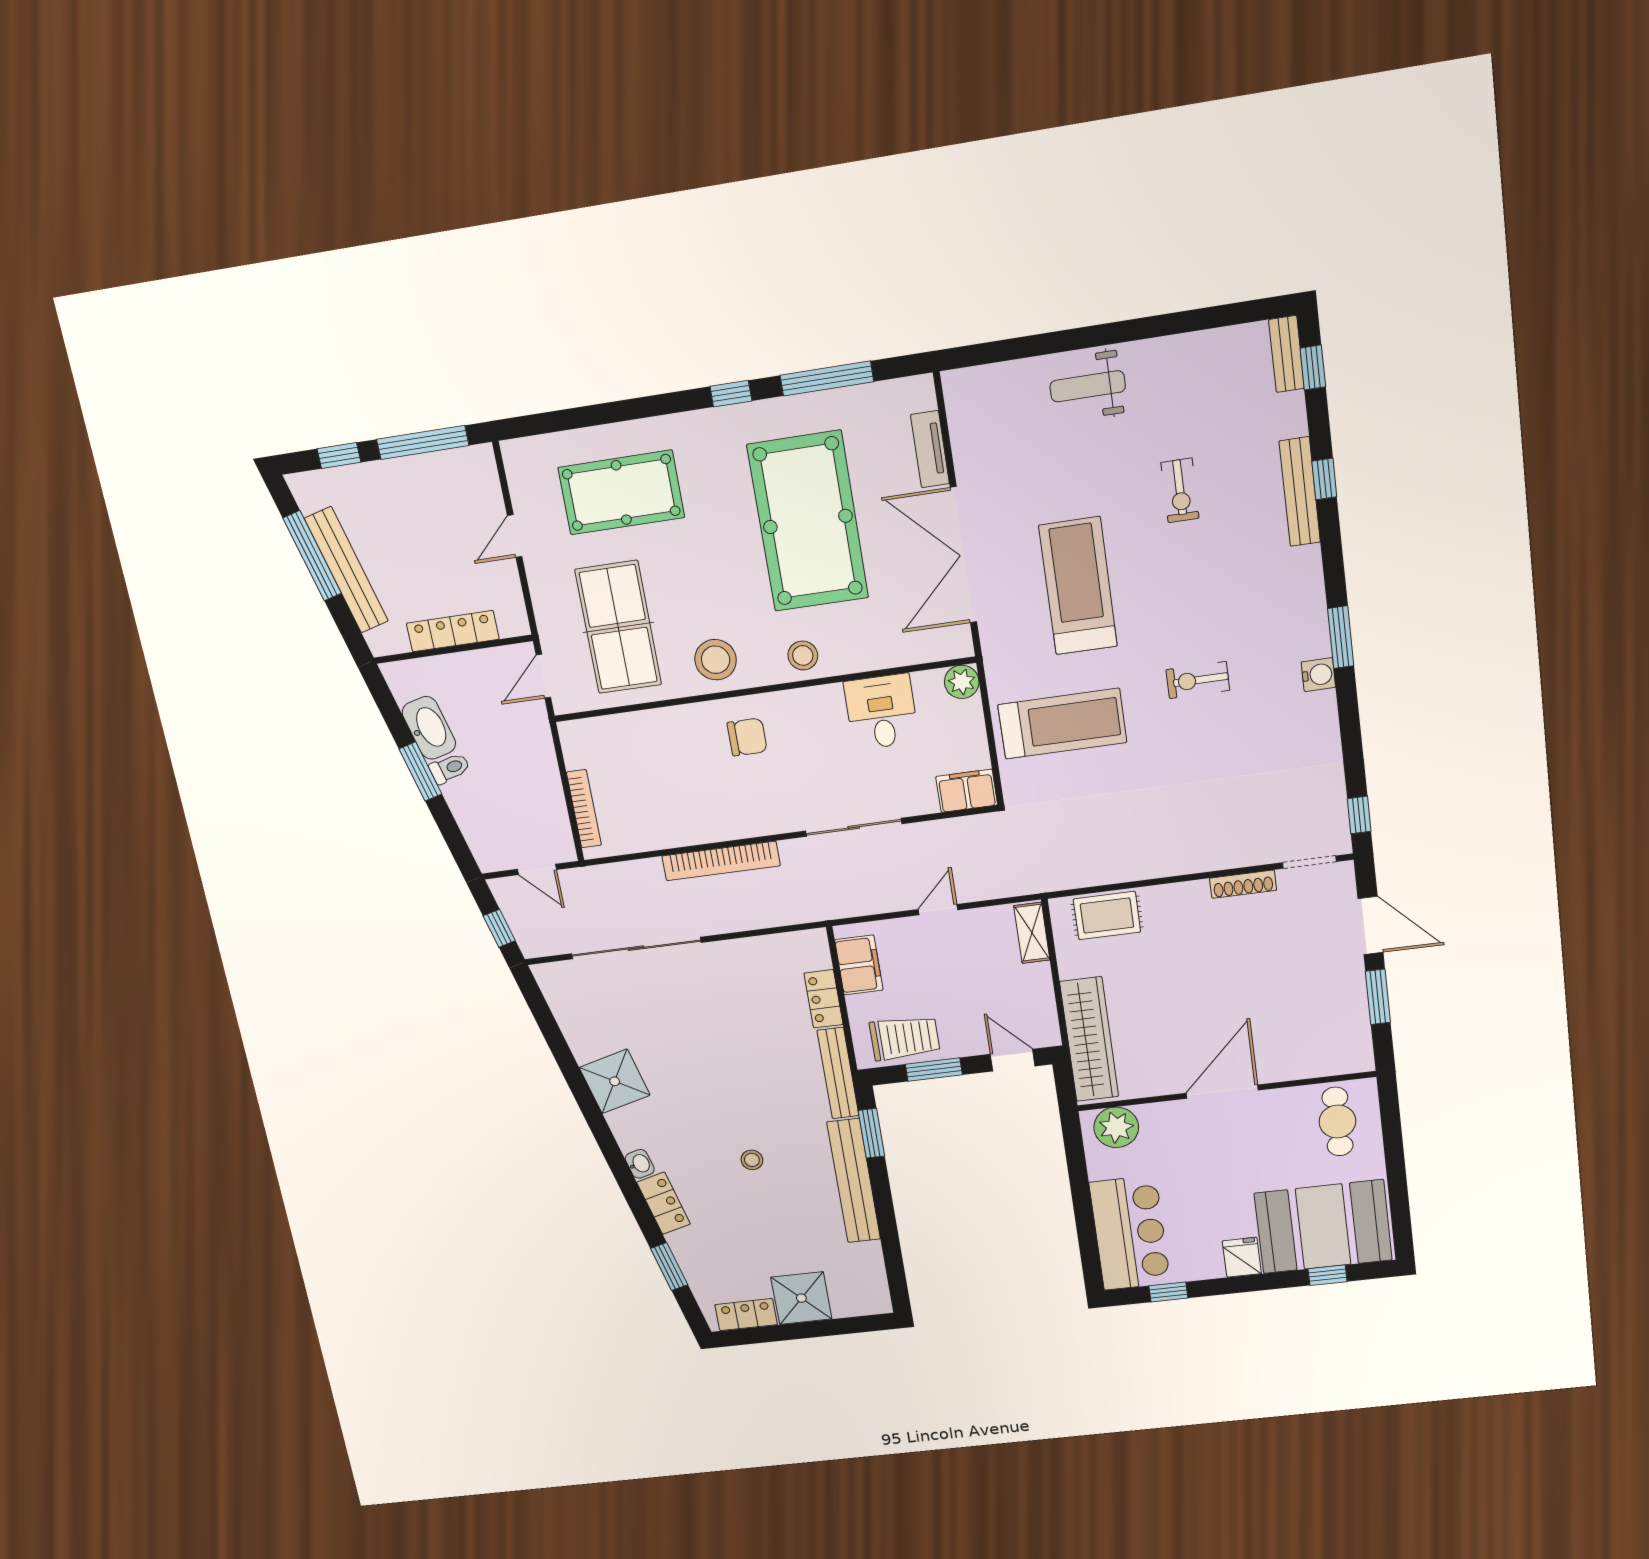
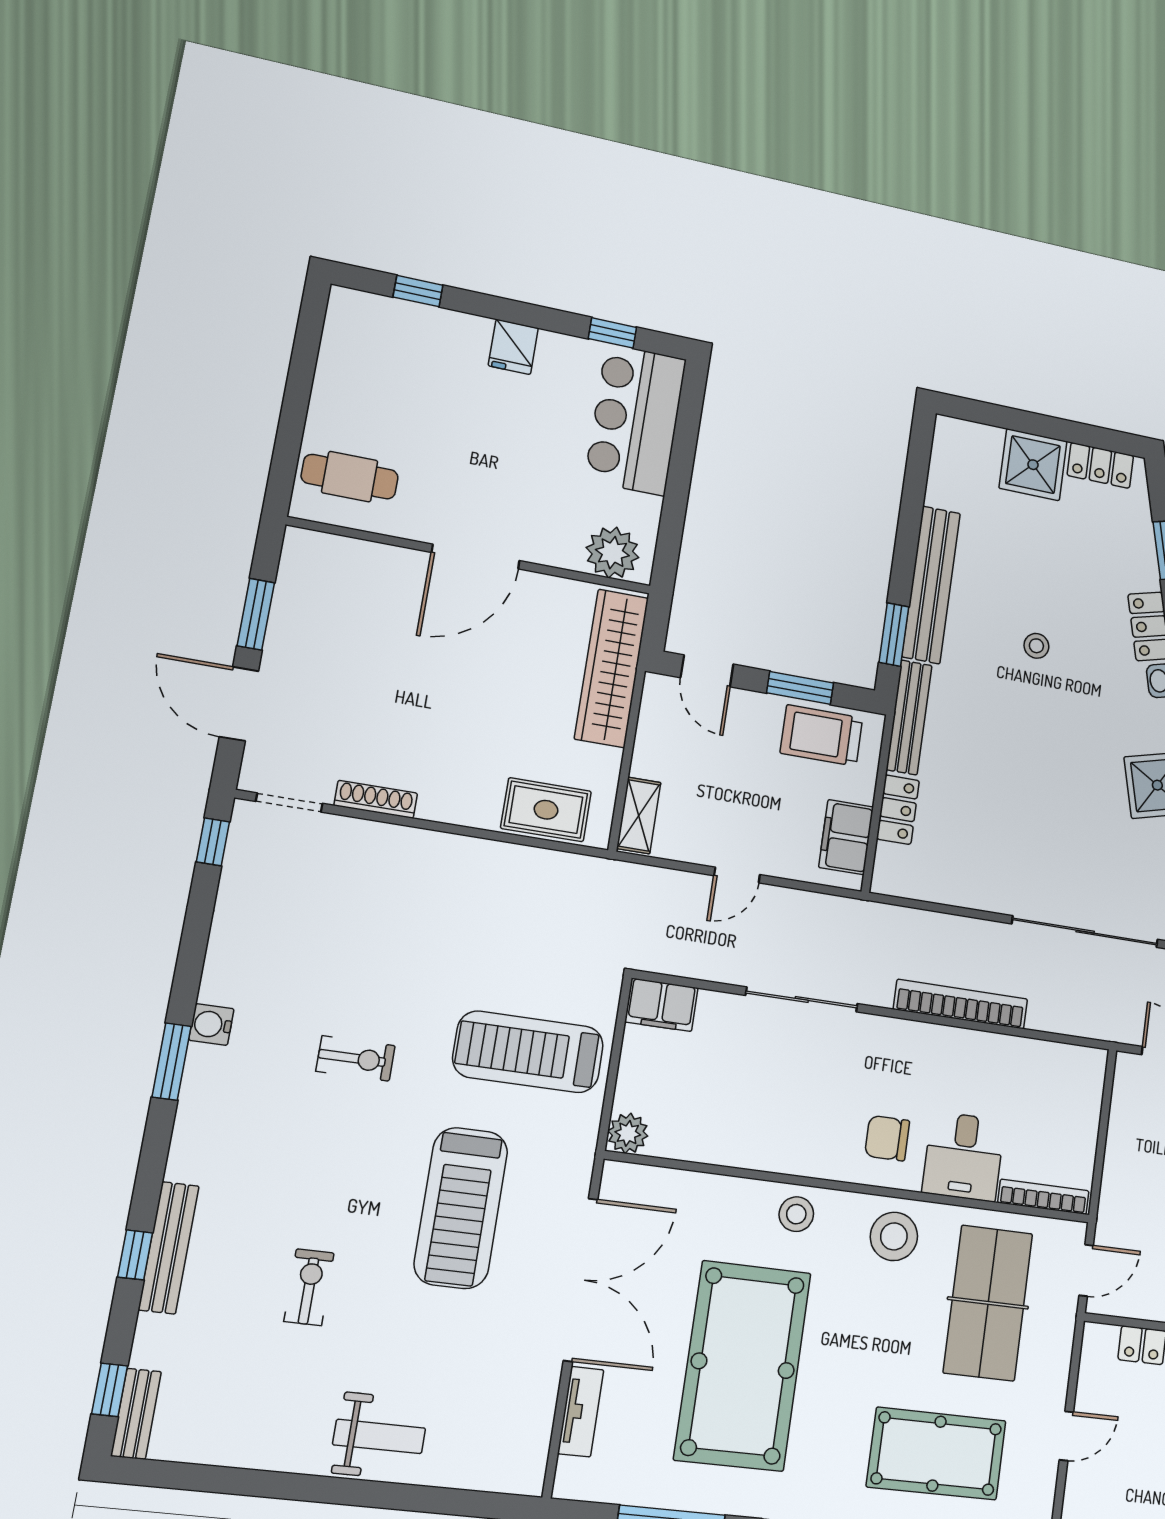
desk: (881, 712) -> (963, 1156), moved
bookcase: (584, 809) -> (1043, 1197), moved, turned 90
cafe table: (1337, 1122) -> (350, 477), turned 90
booth: (1323, 1227) -> (405, 353), removed

